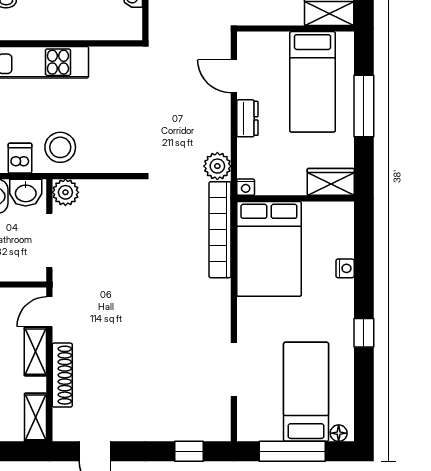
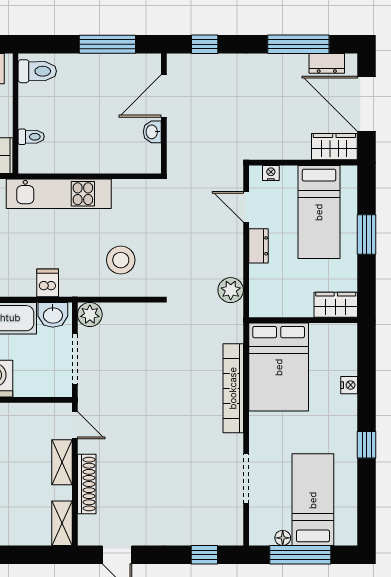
window: (364, 106) -> (367, 235), width x0.69
stool: (60, 147) -> (121, 260), moved
nightstand: (246, 187) -> (271, 173), moved, turned 180
bookcase: (220, 230) -> (233, 388), moved
door: (49, 312) -> (75, 425), swing flipped
floor lamp: (339, 433) -> (283, 538), moved

